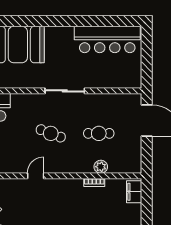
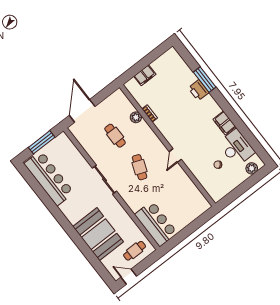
window: (147, 59) -> (42, 142), added
door: (36, 176) -> (175, 155), hinge flipped
filing cabinet: (134, 192) -> (145, 75), moved

